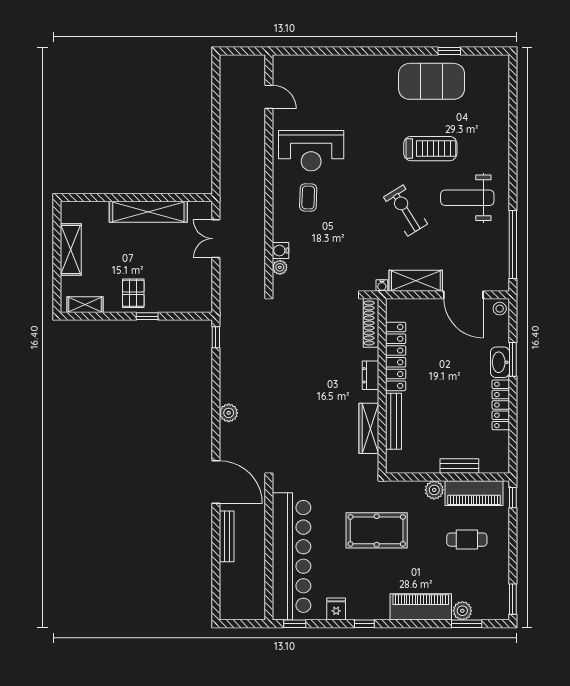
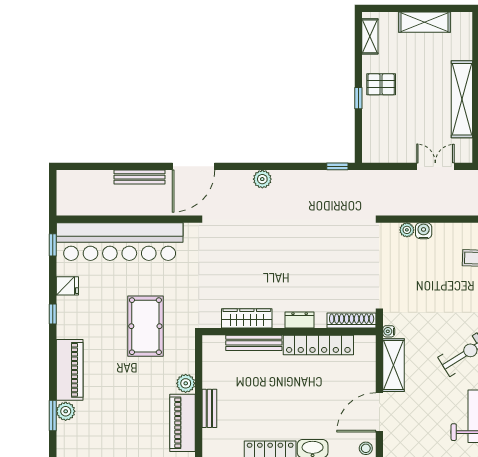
cafe table: (467, 540) -> (136, 416), removed

